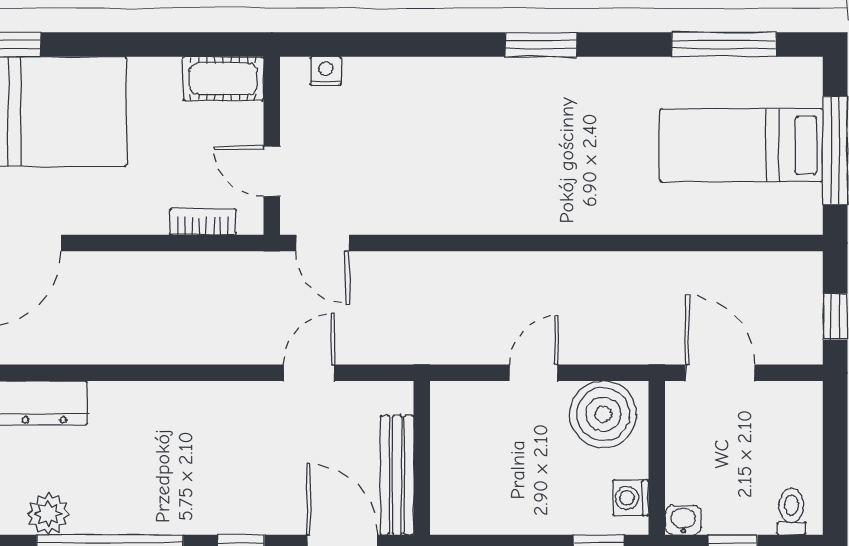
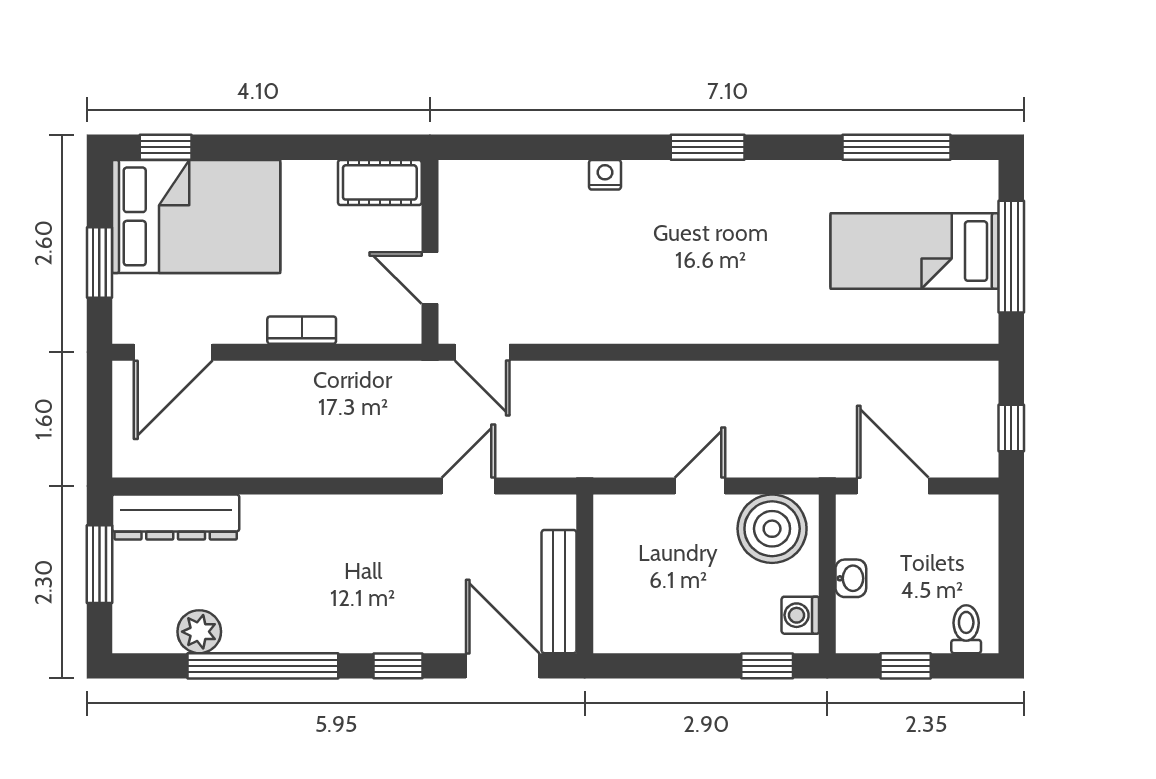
nightstand: (326, 71) -> (605, 175), moved
bookcase: (203, 222) -> (302, 330), moved
washbasin: (683, 520) -> (851, 578), moved, turned 90

